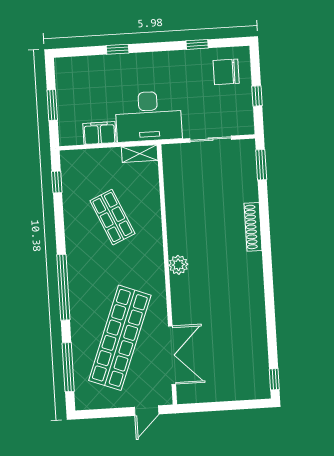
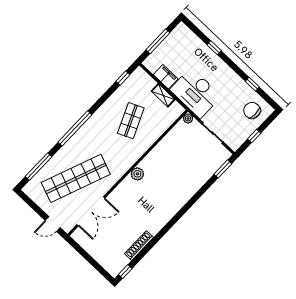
window: (52, 105) -> (158, 41), width x1.44
plant: (169, 151) -> (188, 118), added
shelving: (140, 154) -> (163, 95), moved
shoe rack: (253, 227) -> (139, 246), moved

